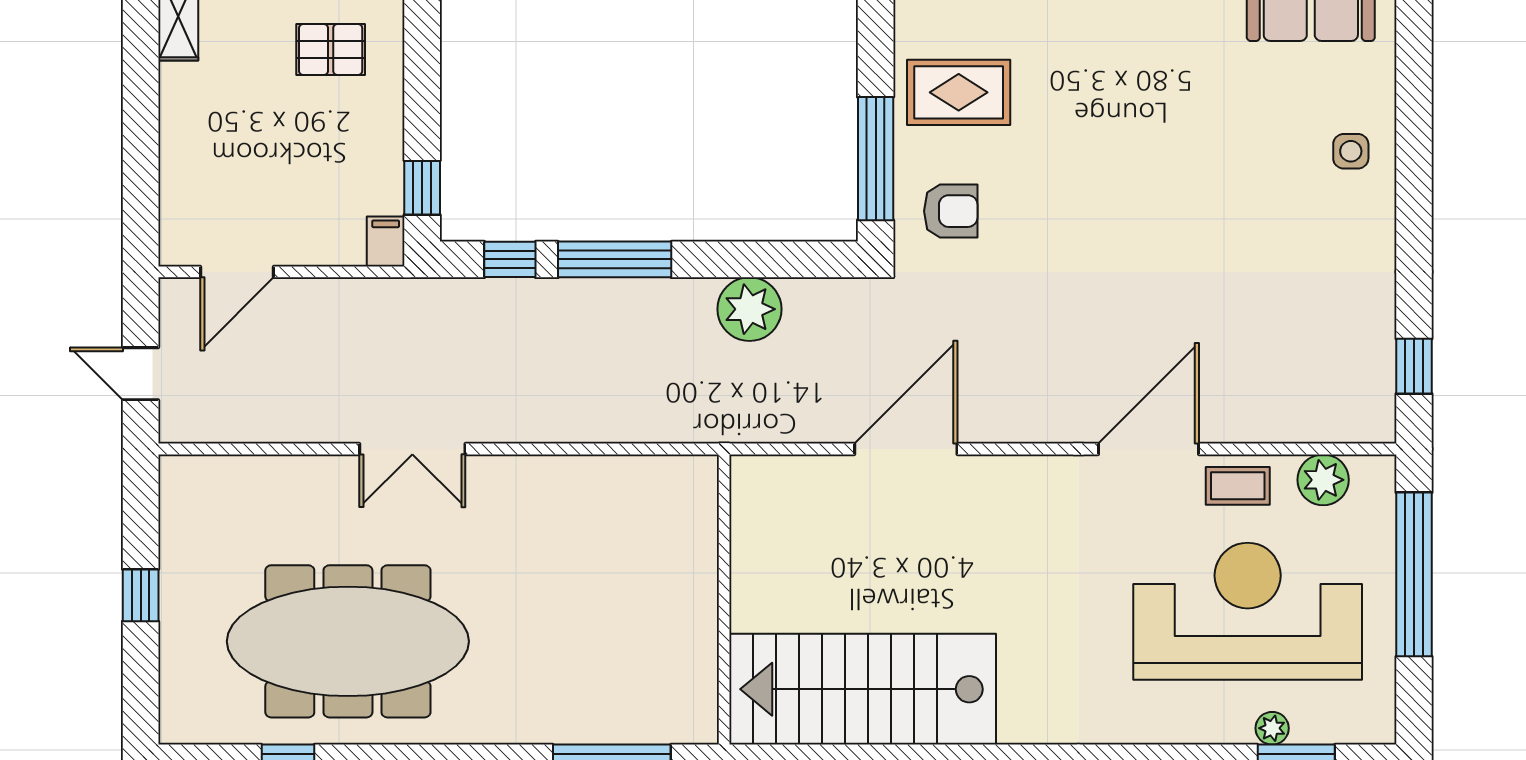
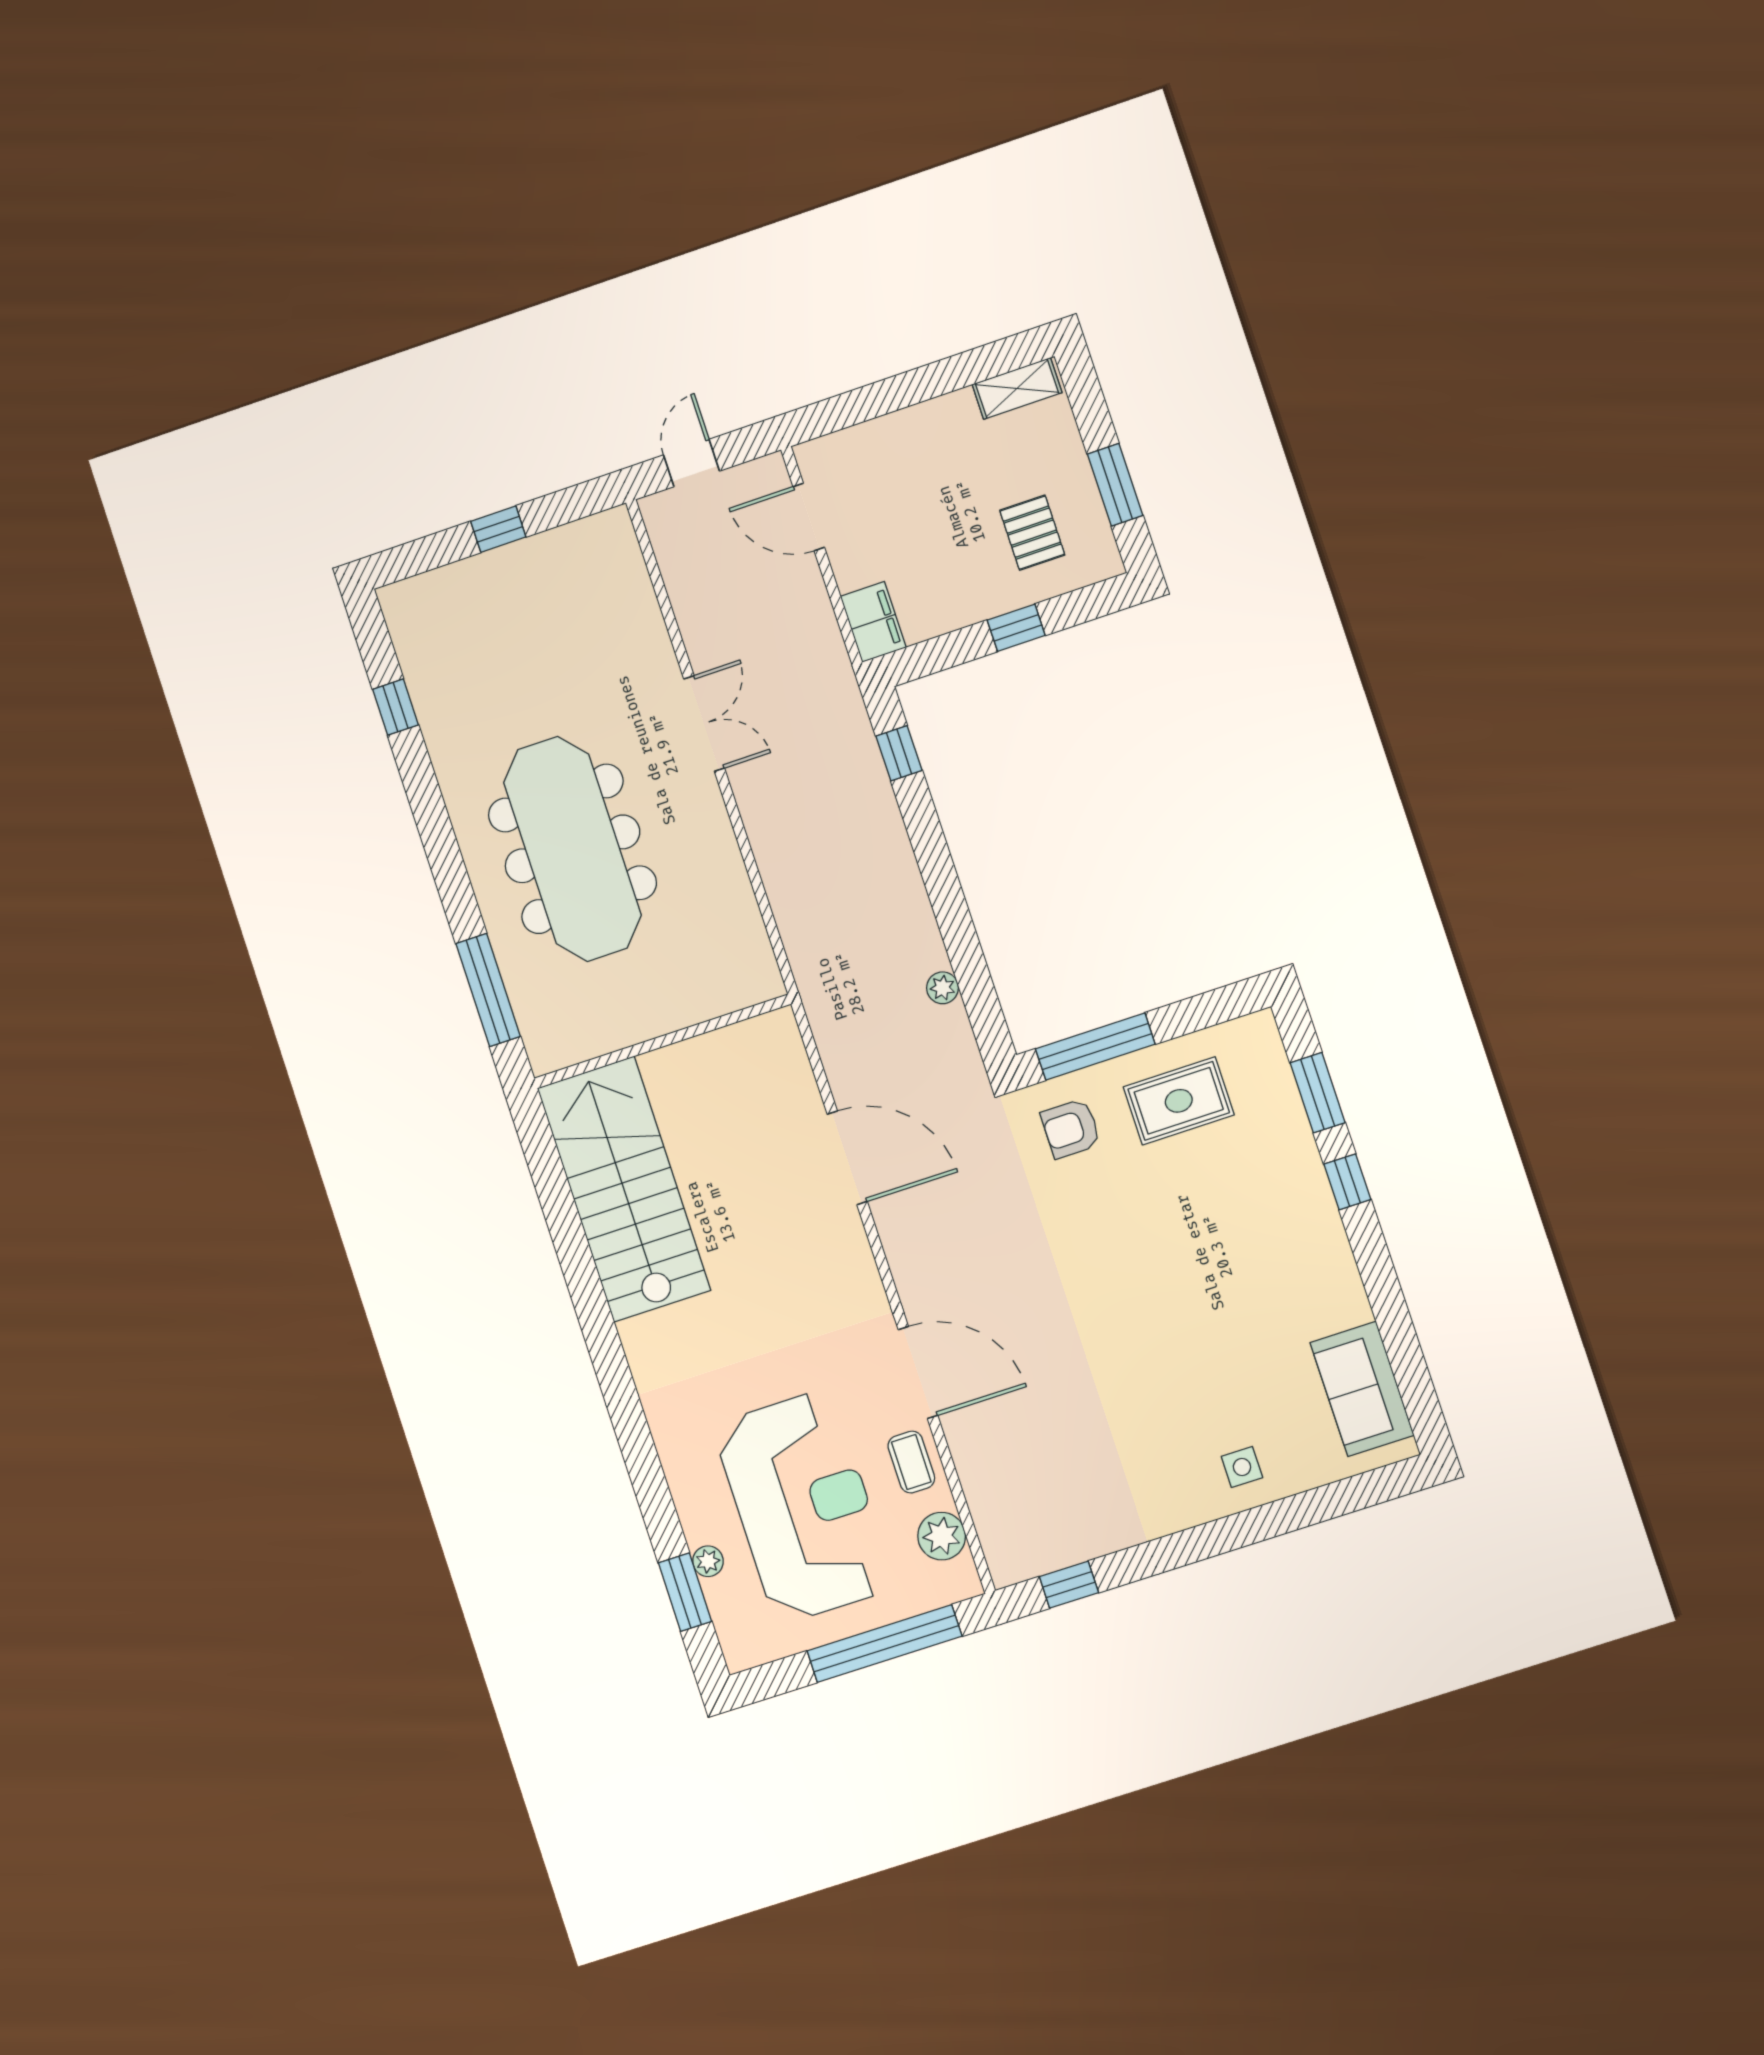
rug: (959, 92) -> (1179, 1101), turned 90
window: (422, 188) -> (1016, 628), moved
armchair: (951, 211) -> (1071, 1128), turned 90
filing cabinet: (386, 241) -> (873, 622), width x2.00
window: (615, 259) -> (930, 845), removed
plant: (749, 309) -> (943, 988), width x0.53, depth x0.53
double door: (412, 449) -> (704, 723), swing flipped
meeting table: (348, 641) -> (572, 849), moved

